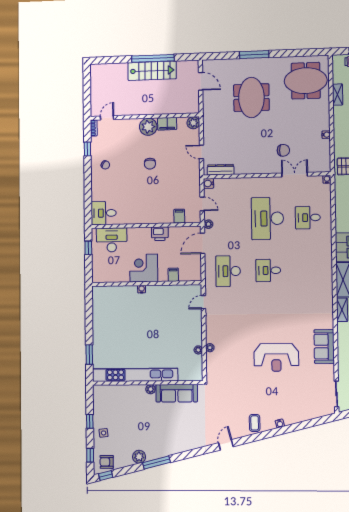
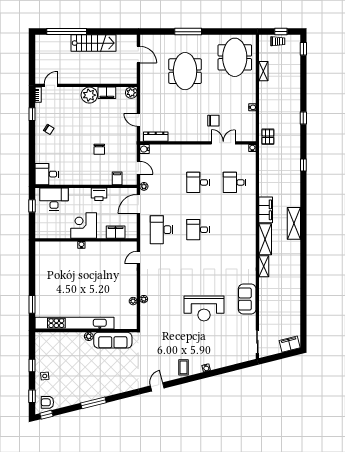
window: (153, 58) -> (67, 32), moved
meeting table: (306, 81) -> (235, 57), turned 90
chair: (150, 164) -> (99, 149), moved
desk: (267, 218) -> (198, 182), width x0.53, depth x0.77
filing cabinet: (173, 275) -> (116, 232), width x2.00
plant: (139, 457) -> (77, 398), removed

